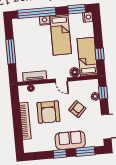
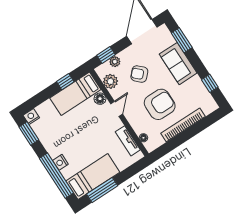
bed: (61, 35) -> (93, 177), moved
window: (11, 51) -> (102, 190), moved
plant: (83, 86) -> (110, 81), added
window: (60, 154) -> (210, 83), moved

